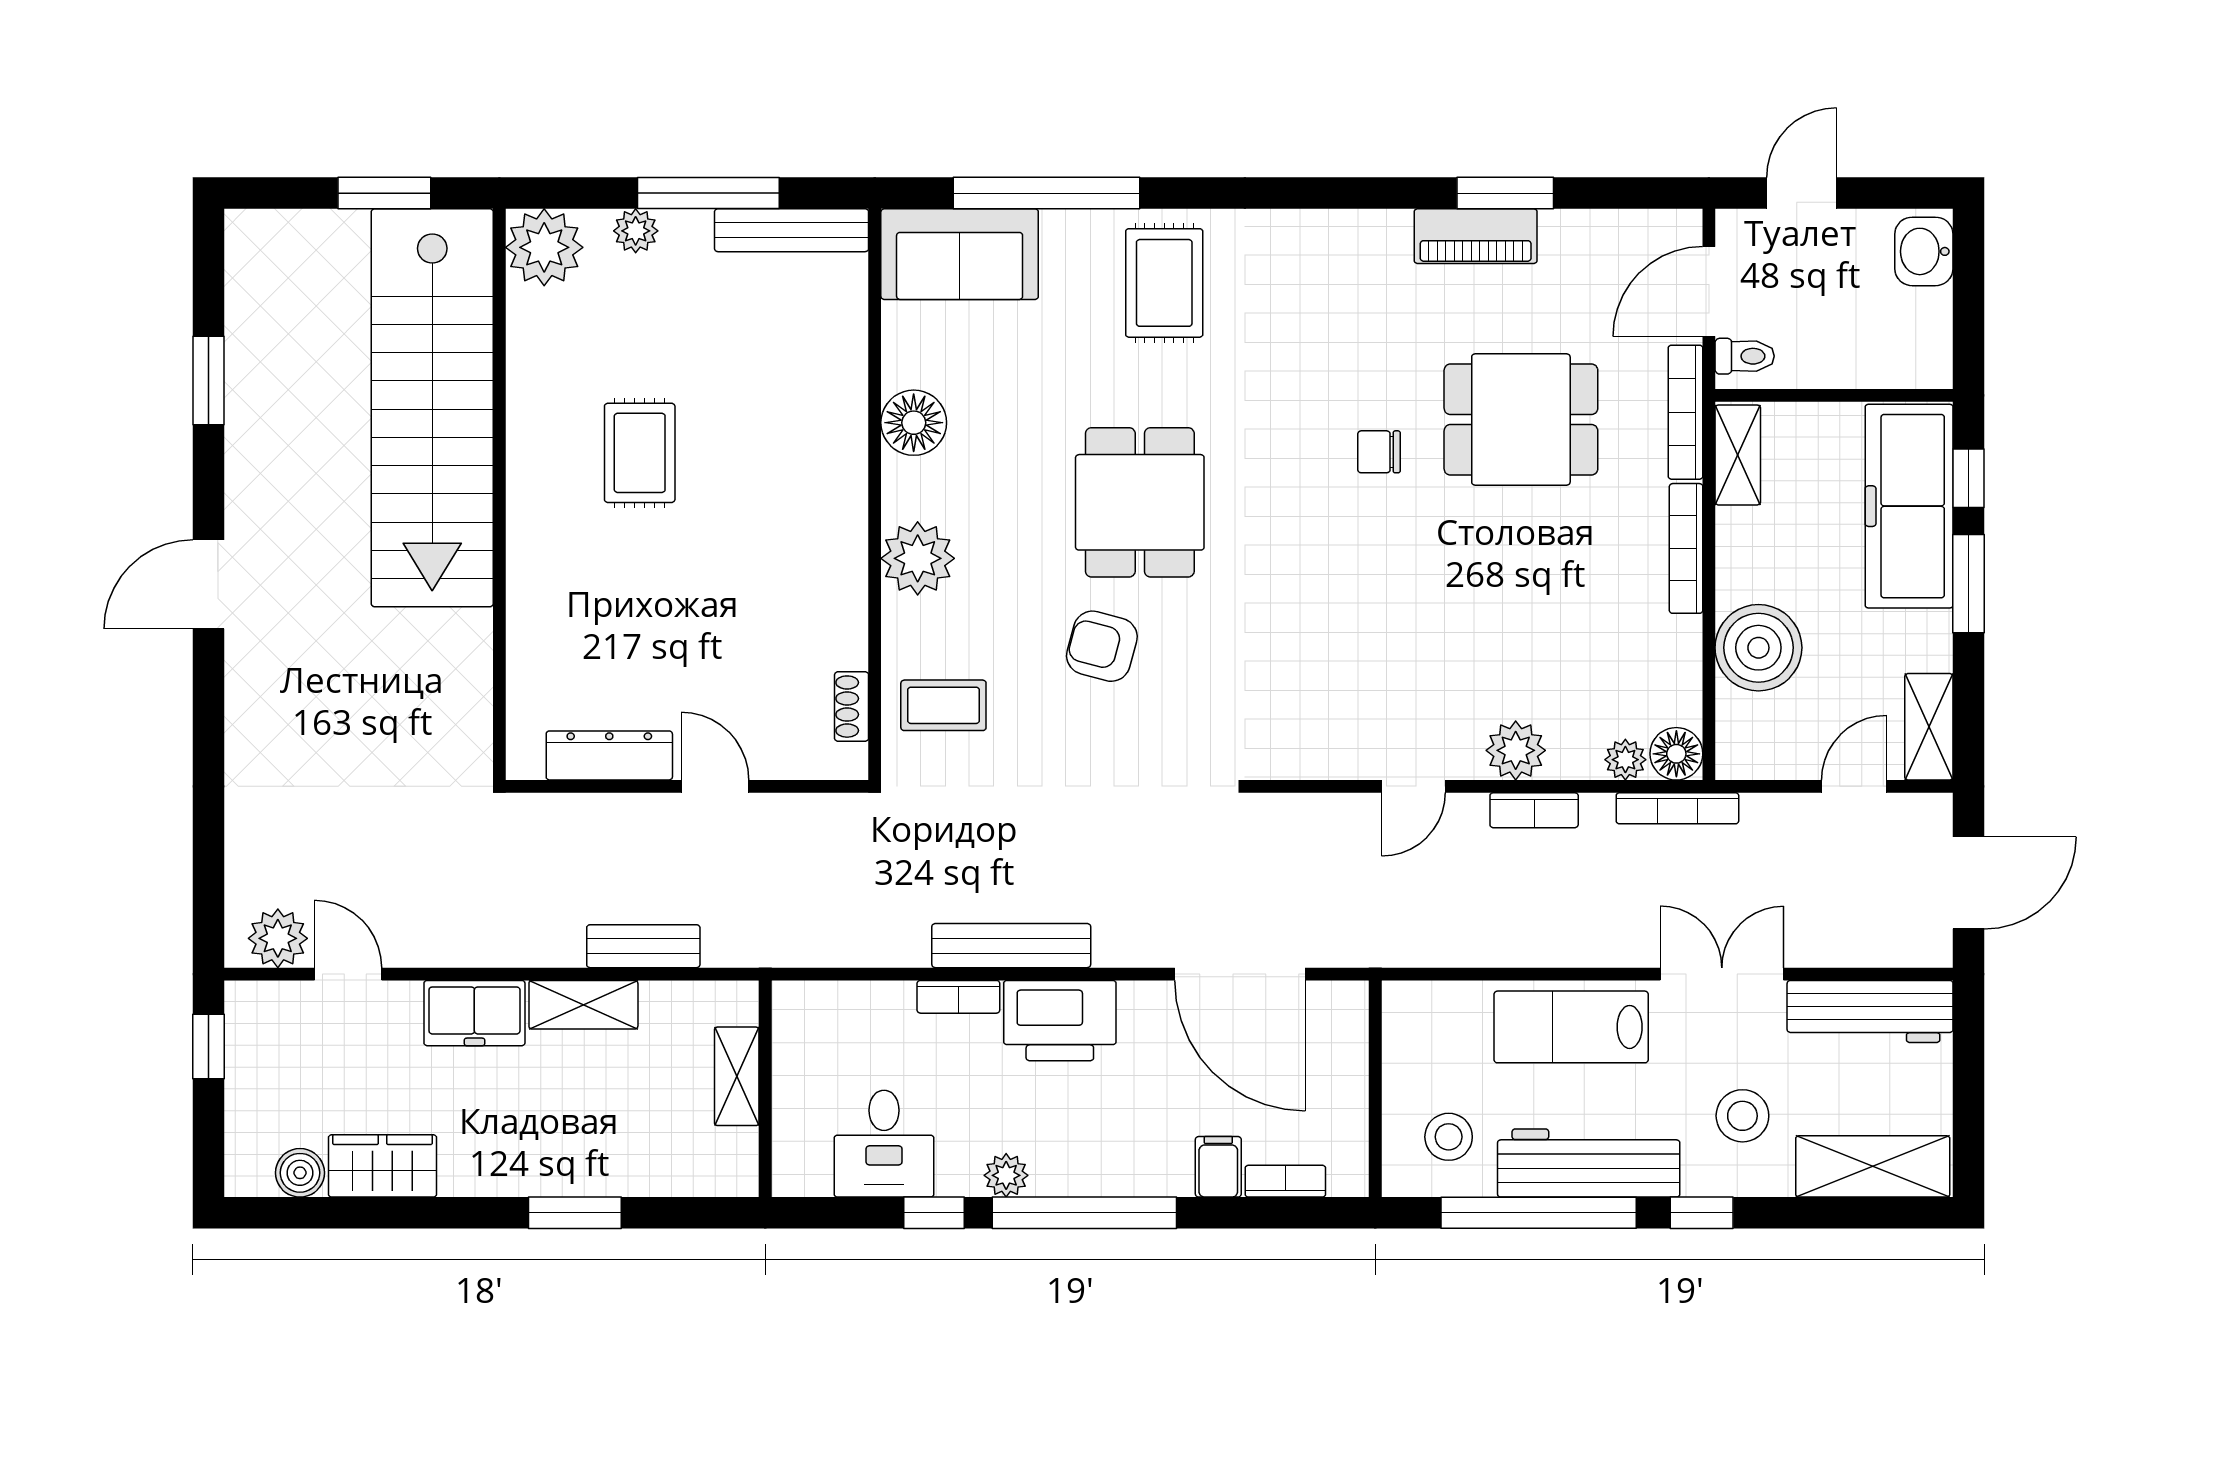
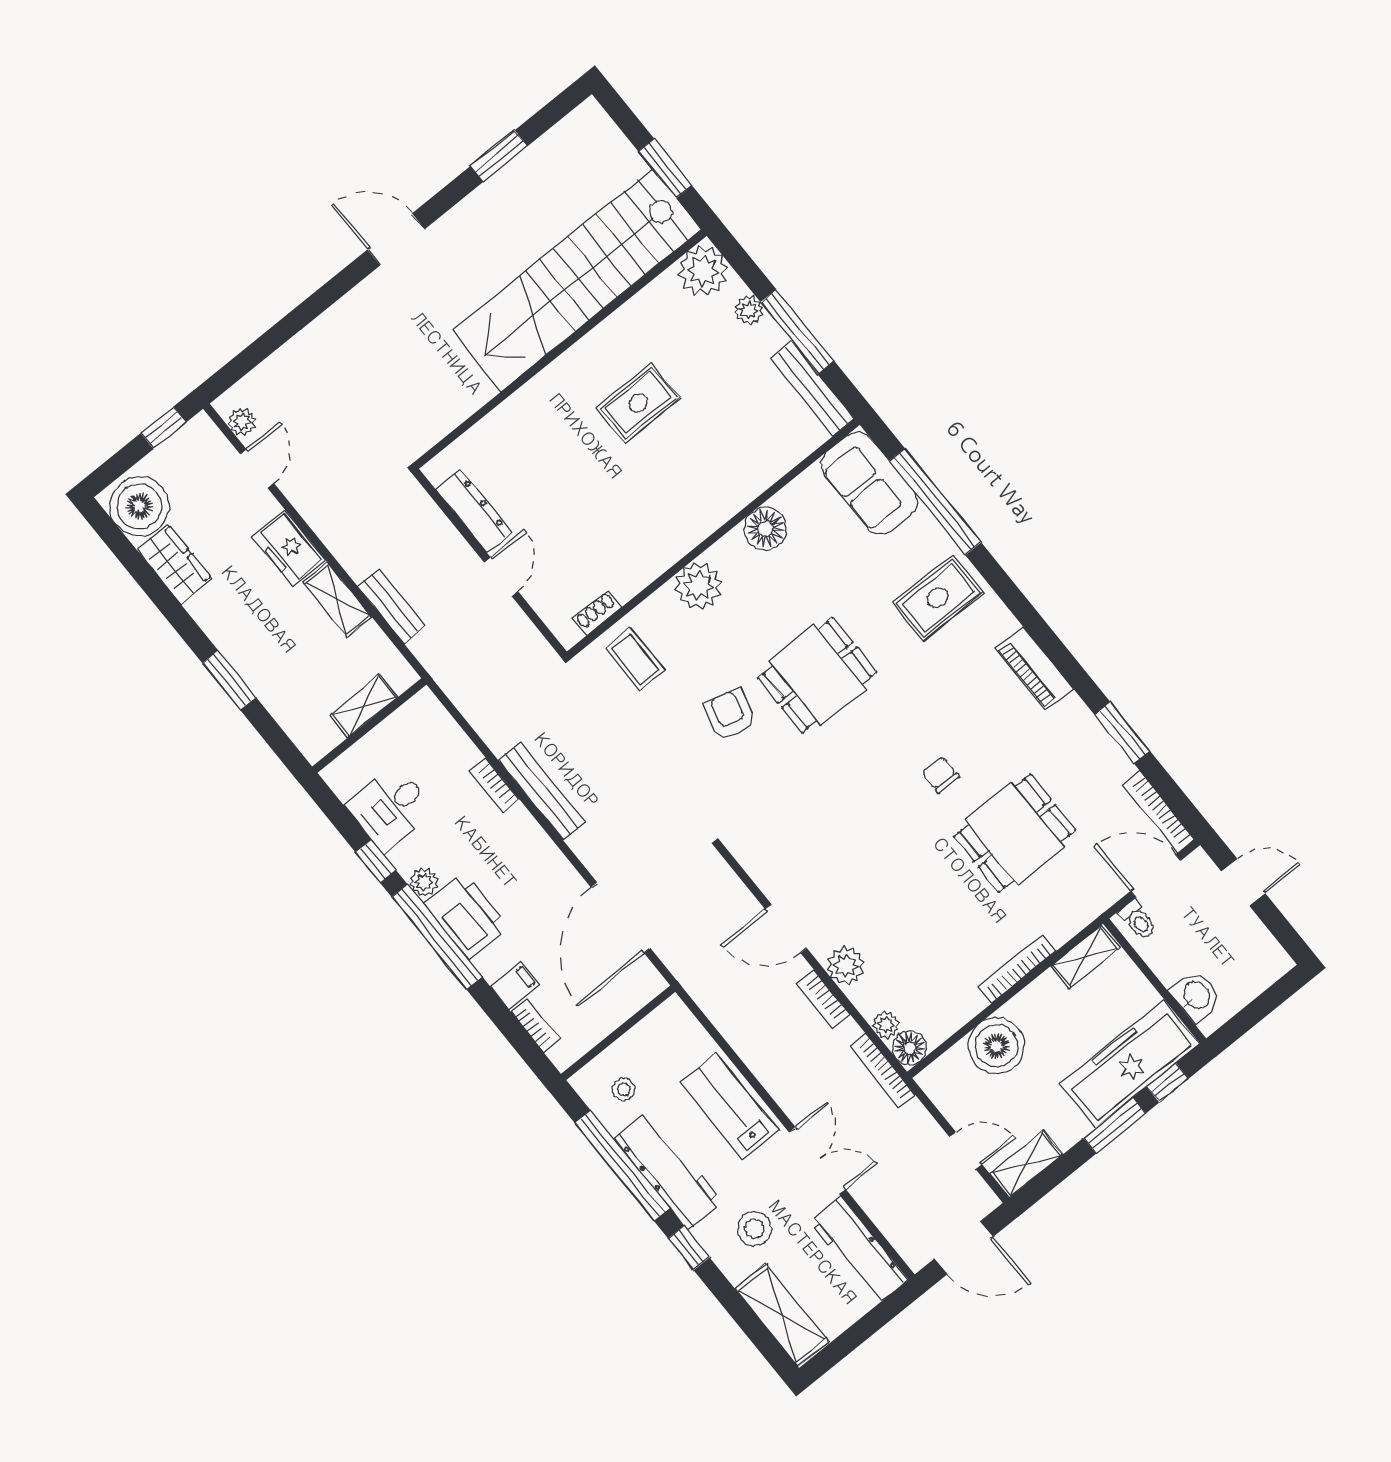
piano: (1476, 236) -> (1034, 669), moved
washbasin: (1924, 251) -> (1196, 996), moved, turned 90
bookcase: (1685, 412) -> (1159, 812), moved, turned -90
dining table: (1521, 420) -> (1015, 833), turned 90
door: (1413, 786) -> (786, 929), width x1.38
plant: (278, 938) -> (242, 422), width x0.73, depth x0.73
printer: (1060, 1021) -> (467, 916), moved, turned 180
stool: (1449, 1137) -> (624, 1089), width x0.73, depth x0.73
boiler: (300, 1173) -> (139, 506), width x1.86, depth x1.86

